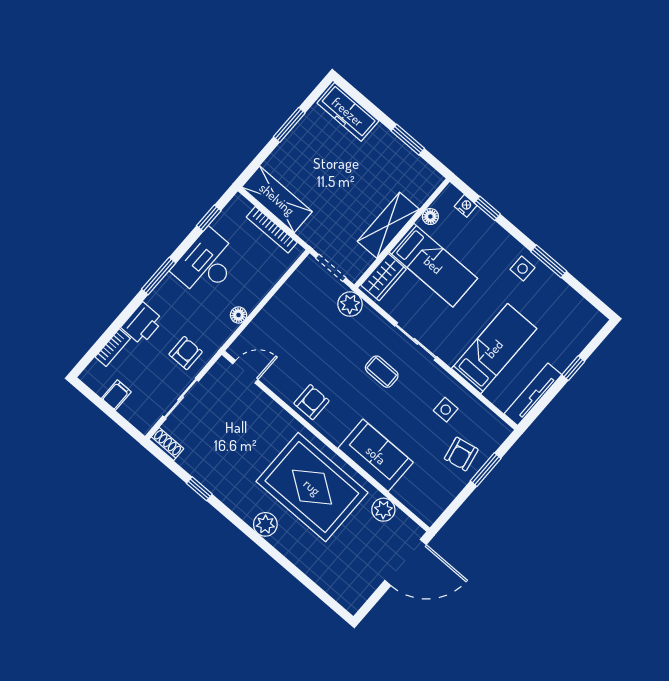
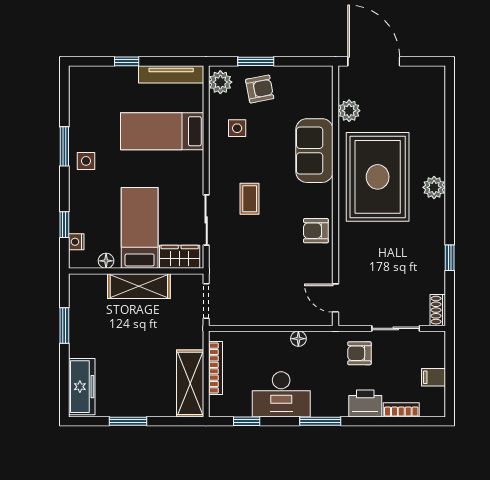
plant: (350, 304) -> (220, 82), moved
sliding door: (416, 341) -> (206, 220), moved

